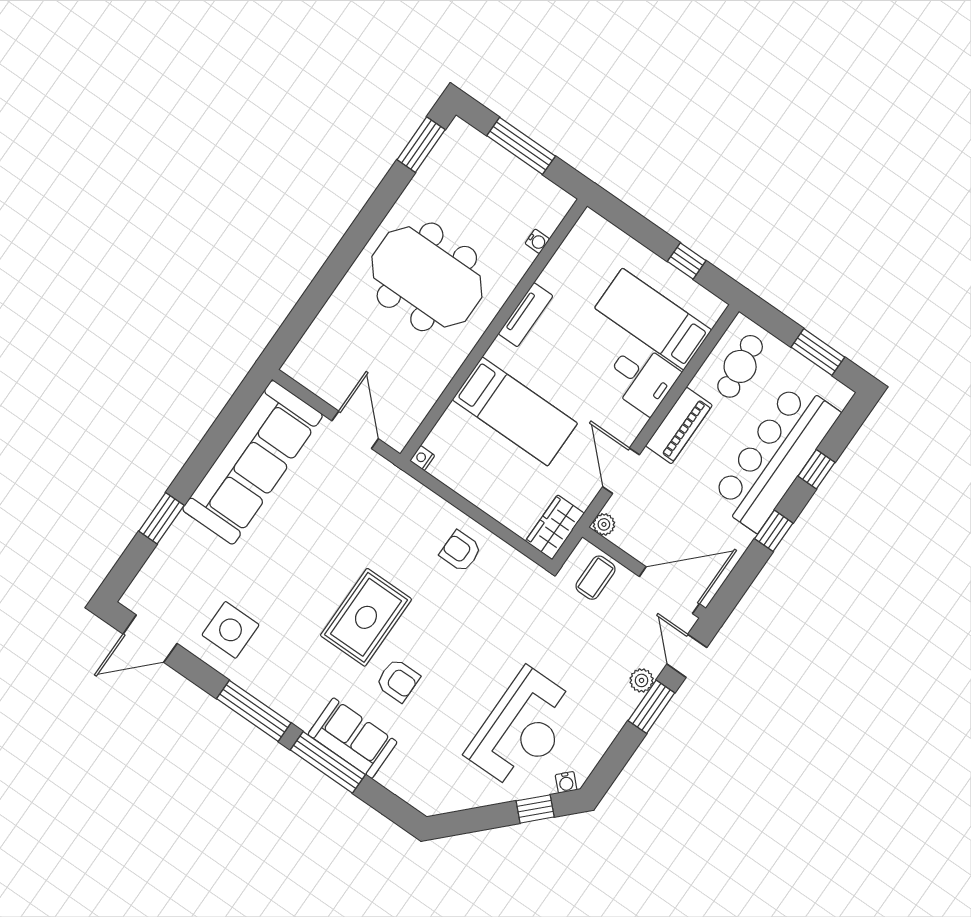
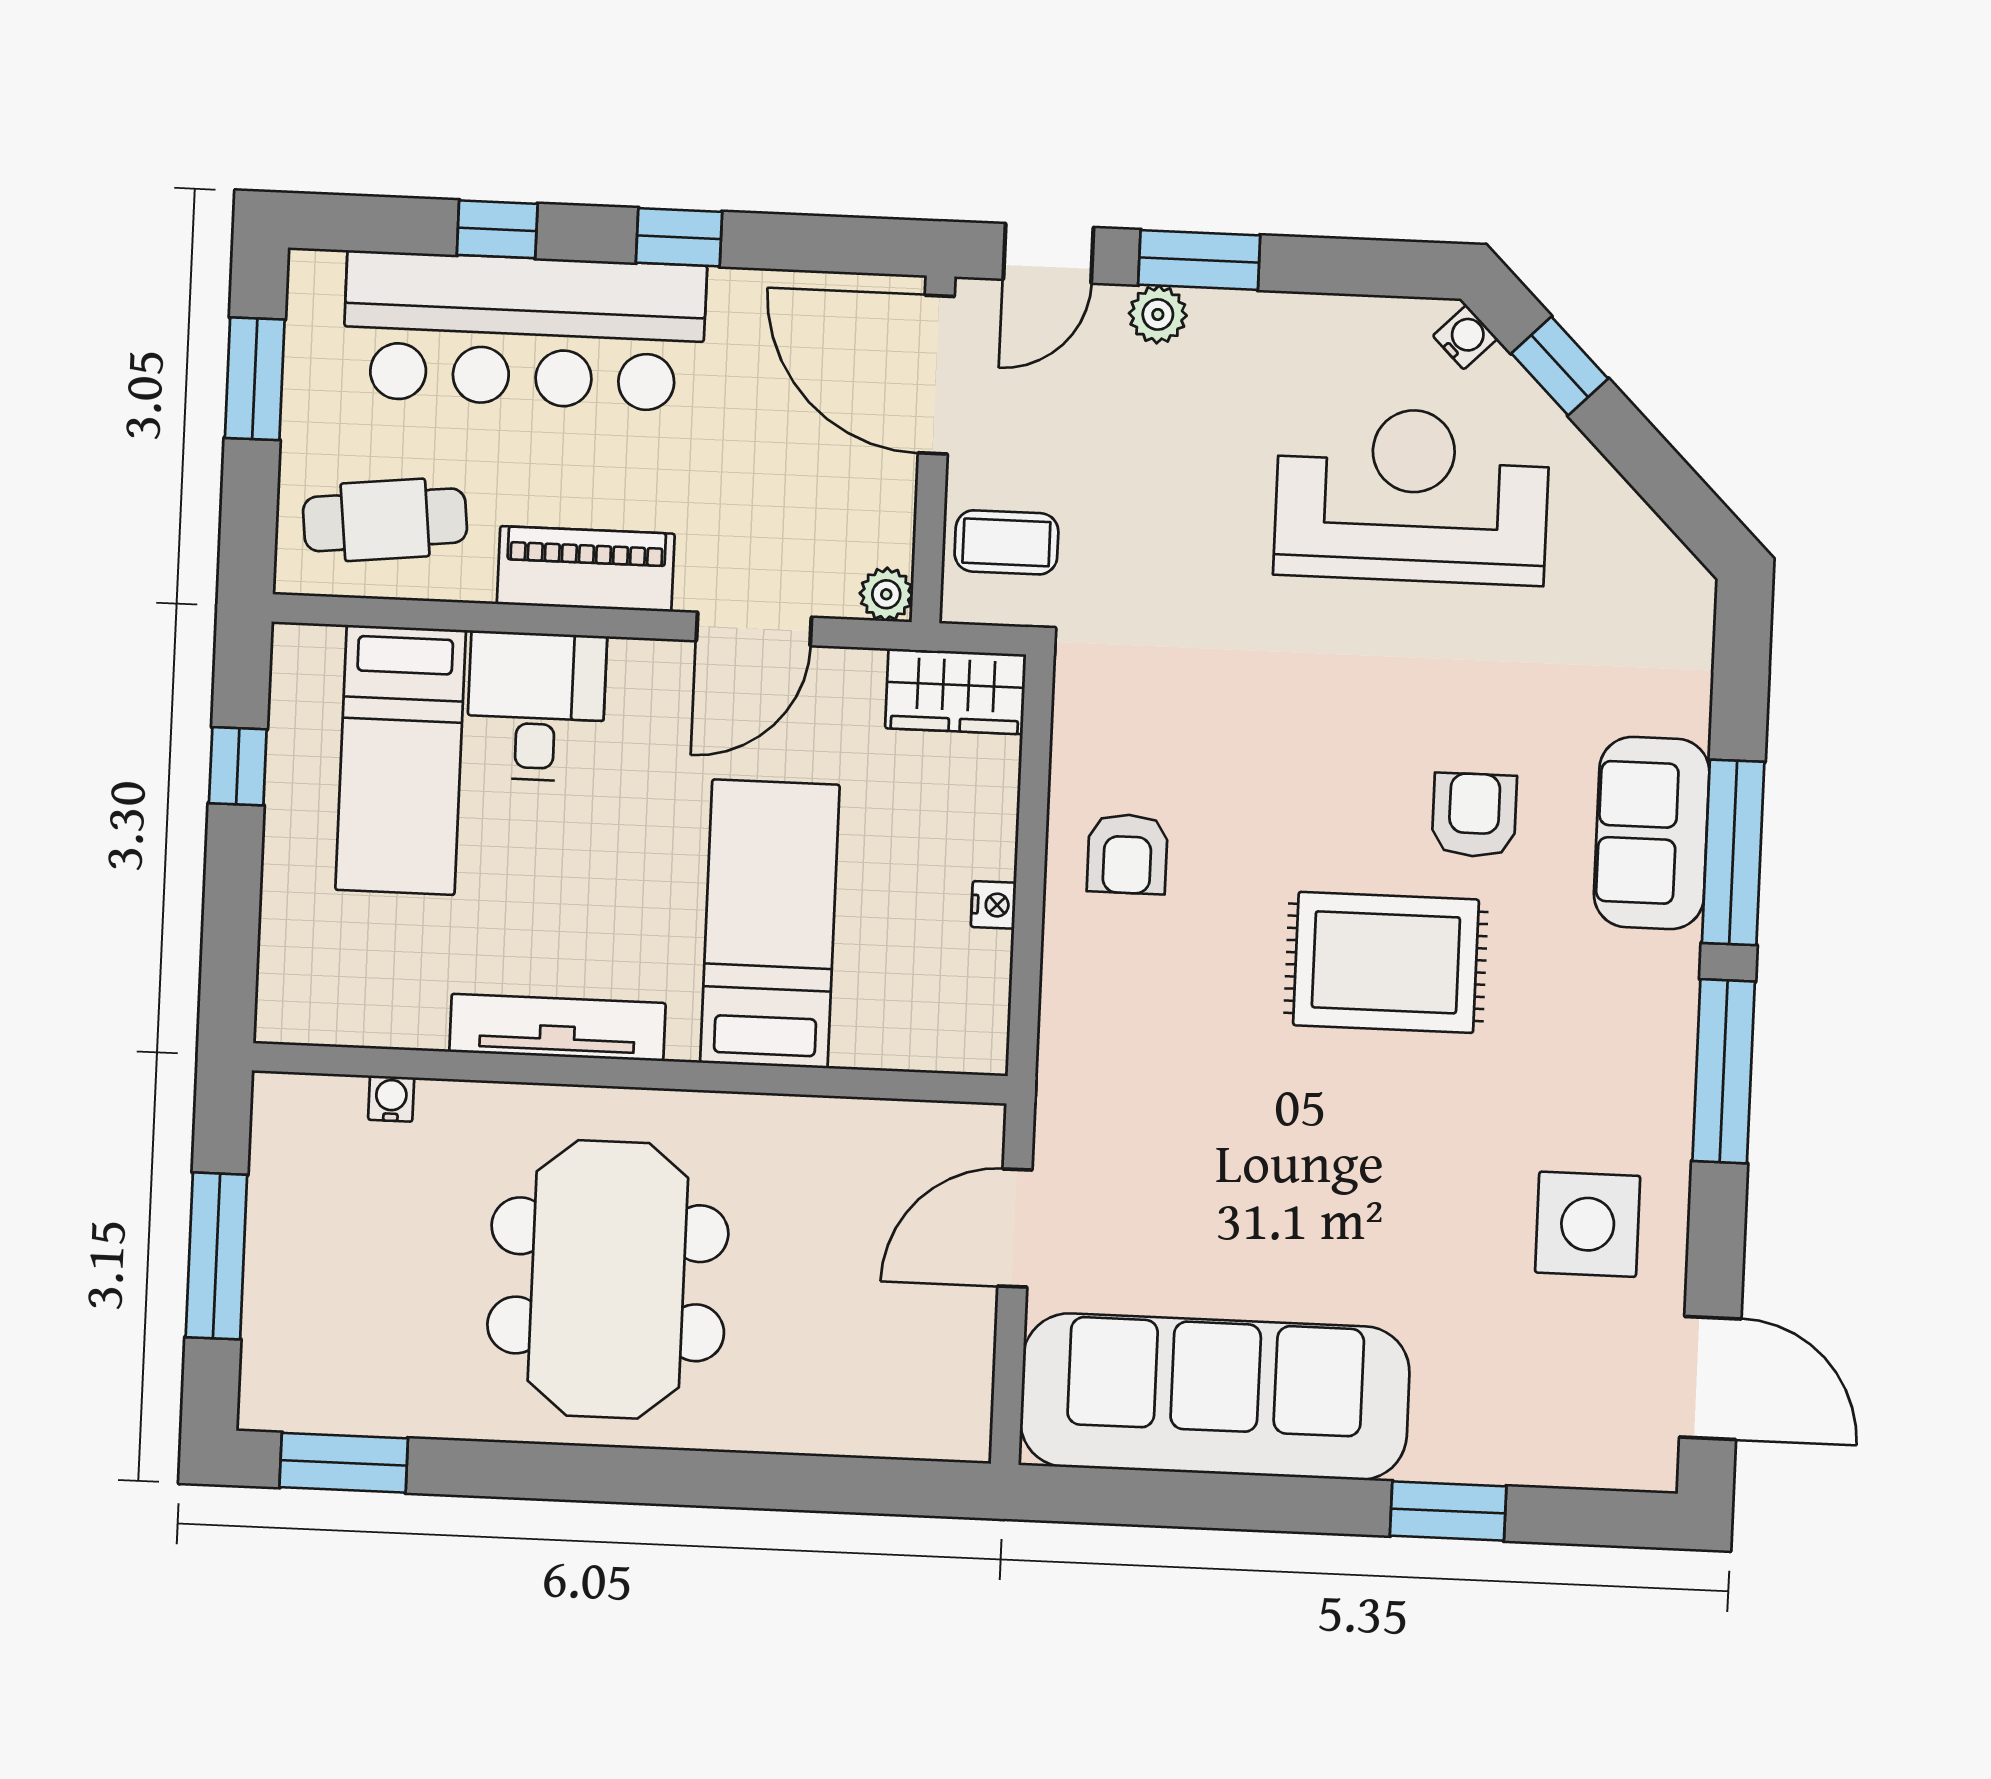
tv unit: (526, 315) -> (557, 1027), width x1.41
nightstand: (422, 458) -> (994, 905), moved, turned -90

